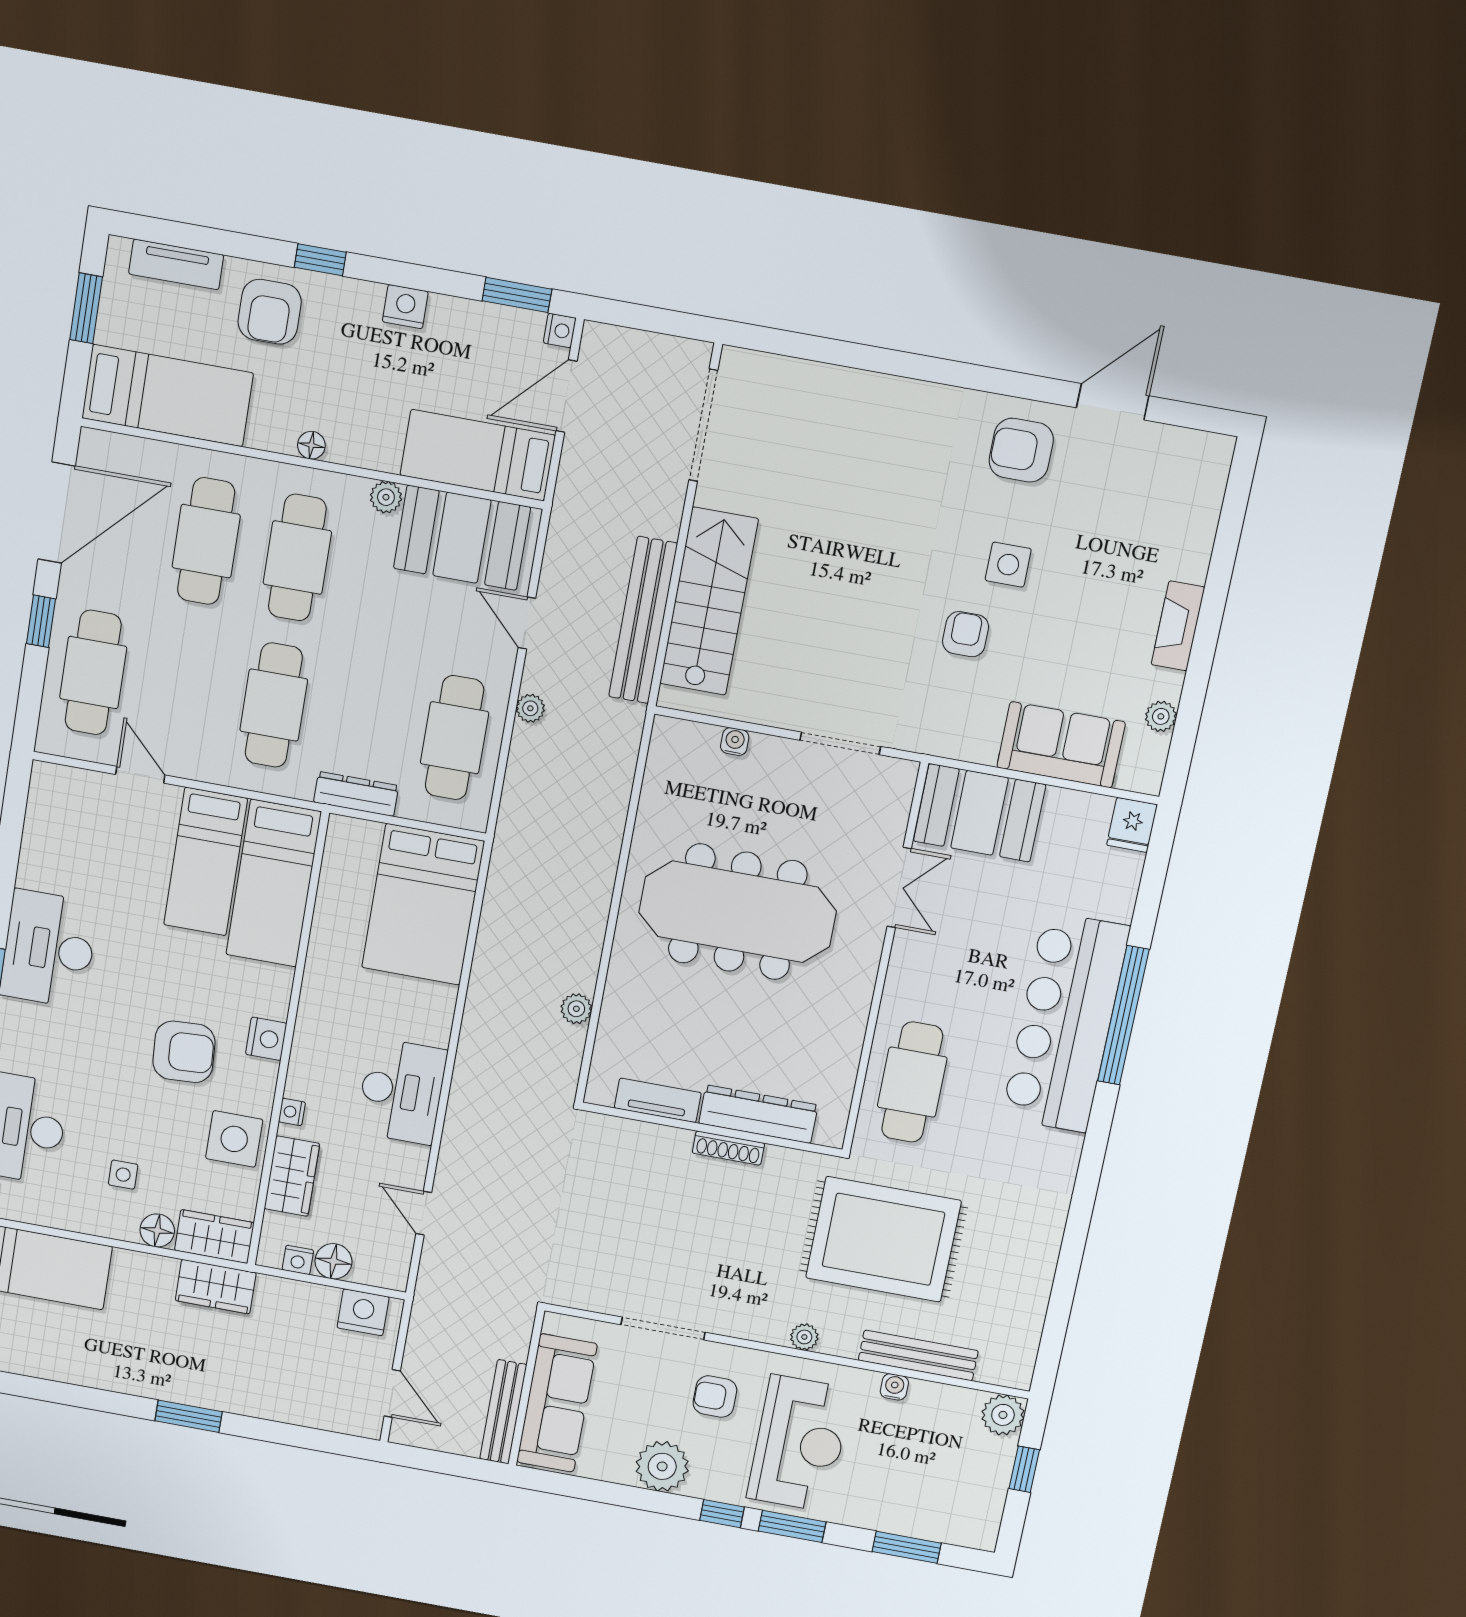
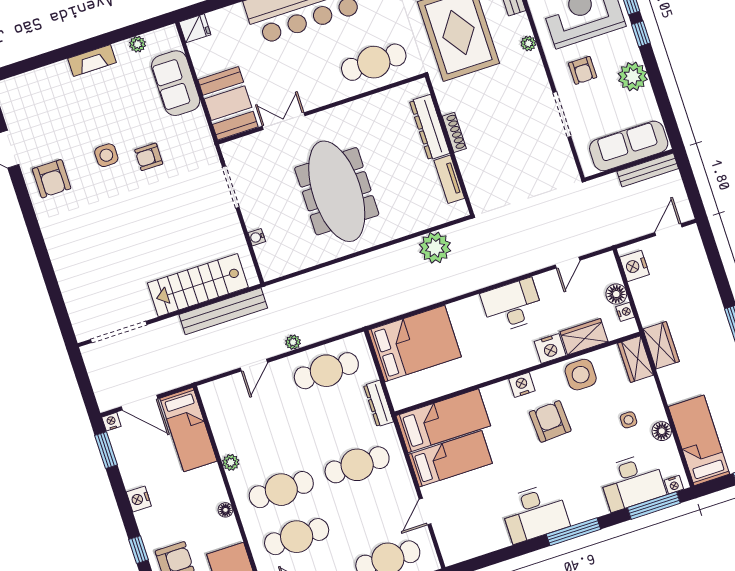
booth: (462, 538) -> (230, 417), removed
plant: (576, 1009) -> (435, 248), width x1.87, depth x1.87
nightstand: (292, 1112) -> (550, 349), width x1.89, depth x1.79
floor lamp: (157, 1230) -> (662, 431), moved

